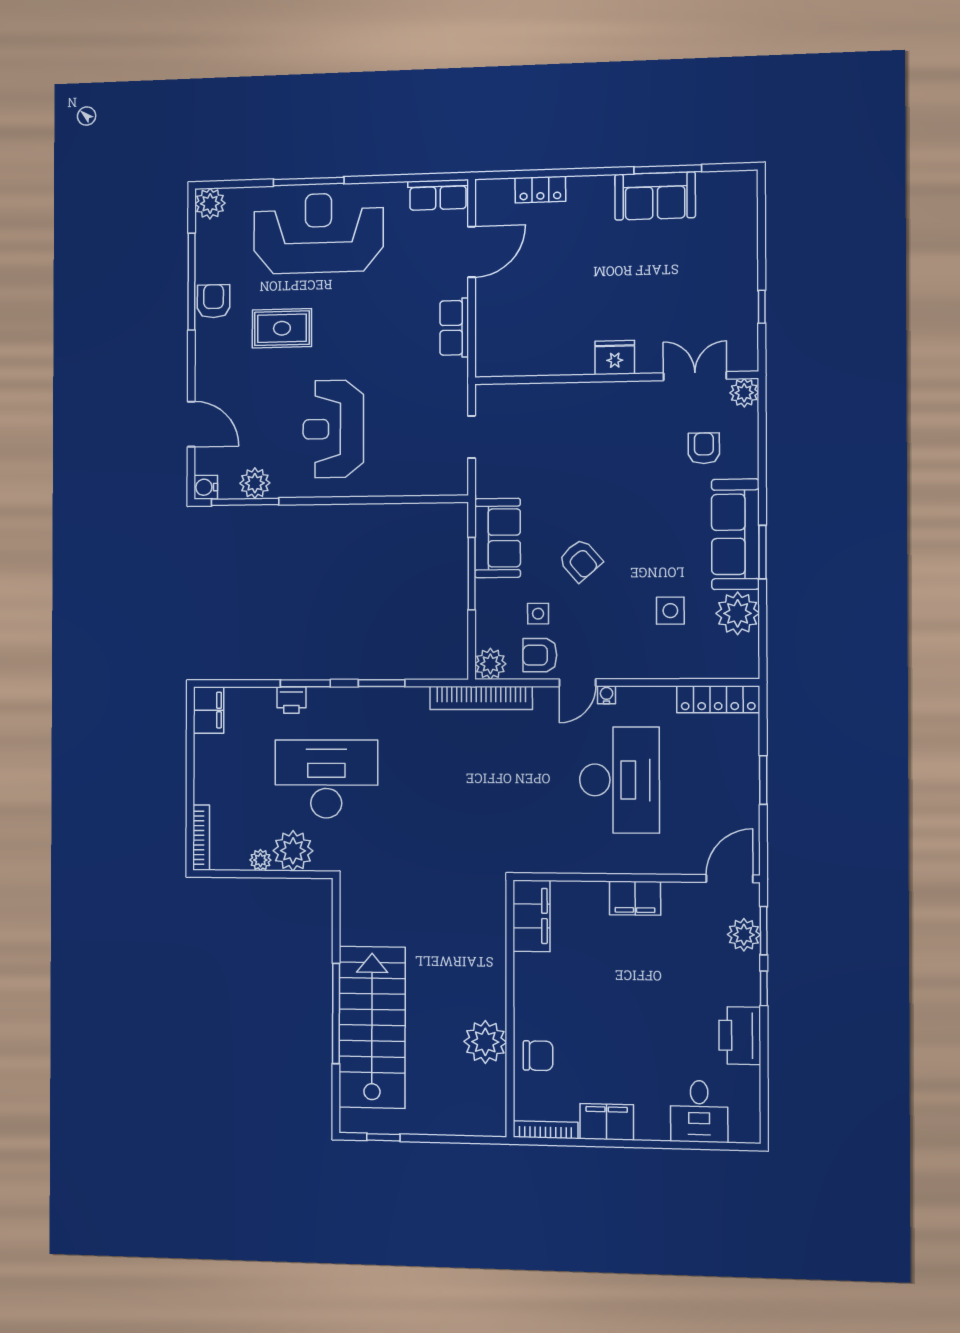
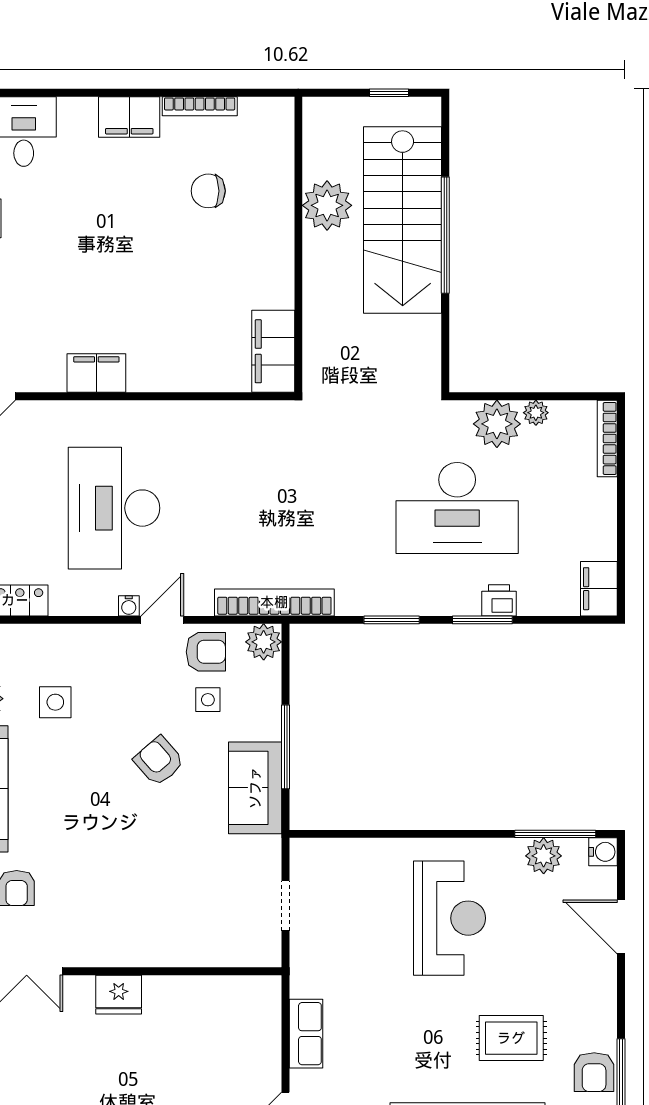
filing cabinet: (532, 916) -> (273, 351), moved
wall: (510, 1008) -> (298, 245), moved
plant: (485, 1042) -> (327, 205), moved

